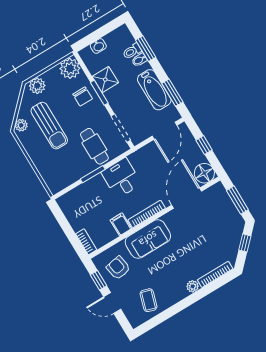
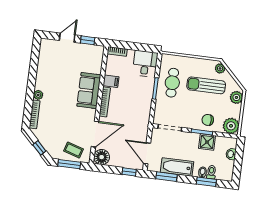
window: (204, 145) -> (129, 172), moved
cafe table: (94, 146) -> (172, 83), moved, turned 90
desk: (121, 178) -> (145, 64), moved, turned -90
door: (187, 198) -> (95, 134), hinge flipped
armchair: (118, 268) -> (86, 58), removed
coffee table: (149, 300) -> (74, 150), moved

